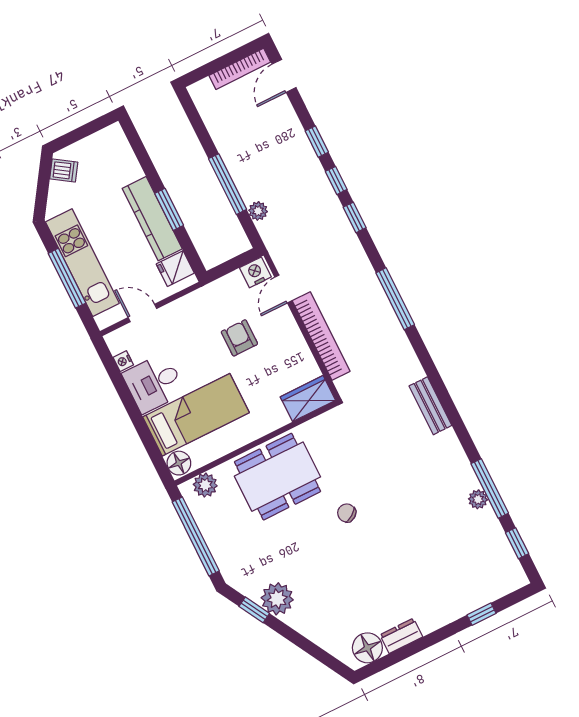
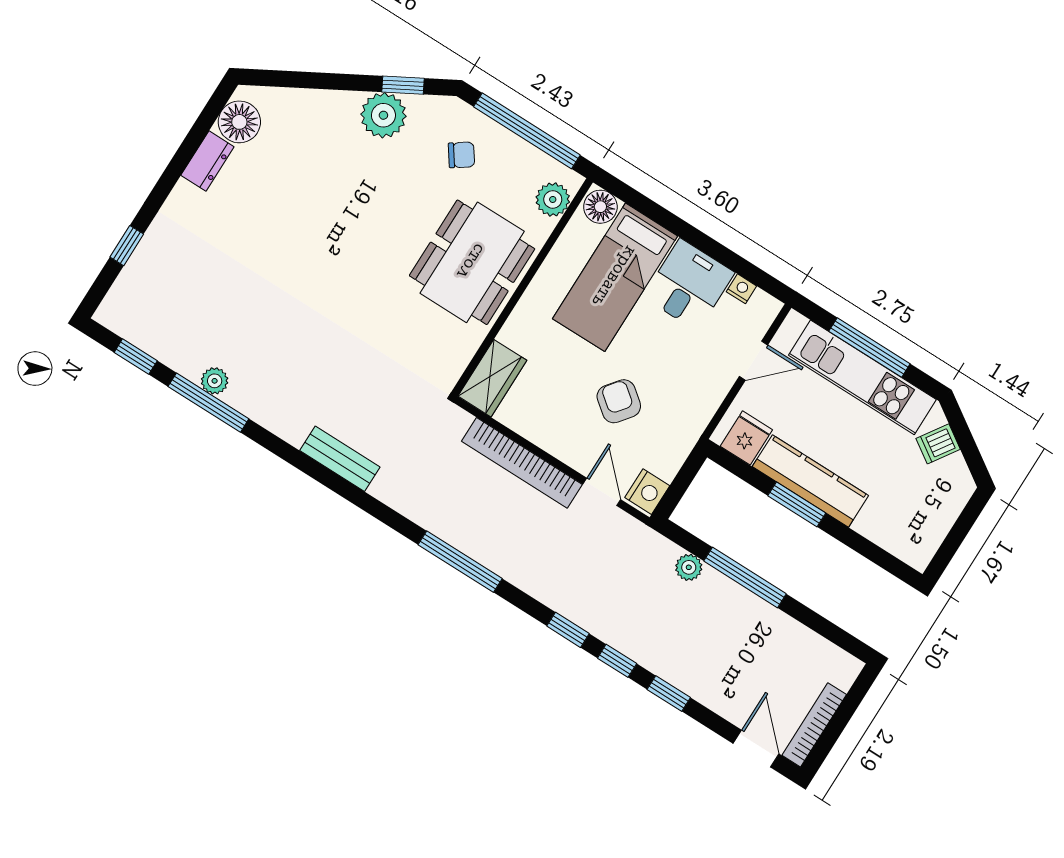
dishwasher: (64, 171) -> (938, 444), moved
armchair: (239, 338) -> (619, 401), turned -142
chair: (347, 513) -> (461, 155), moved

